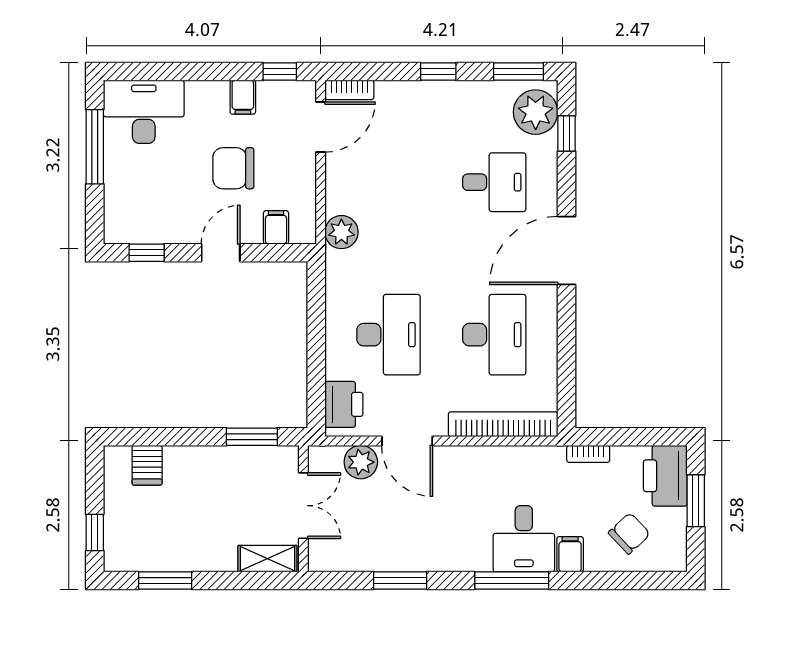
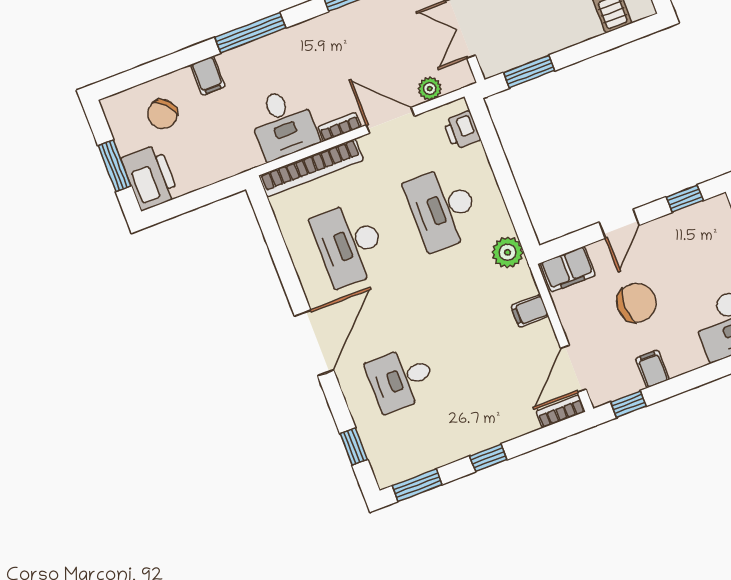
plant: (536, 112) -> (388, 455), removed
filing cabinet: (342, 201) -> (530, 311), added
filing cabinet: (276, 227) -> (568, 269), width x2.00
plant: (341, 232) -> (508, 252), moved
printer: (344, 404) -> (462, 130), width x0.73, depth x0.81
bookcase: (588, 454) -> (340, 127), moved
plant: (361, 462) -> (430, 89), width x0.73, depth x0.73
desk: (524, 539) -> (283, 124), moved, turned 180

